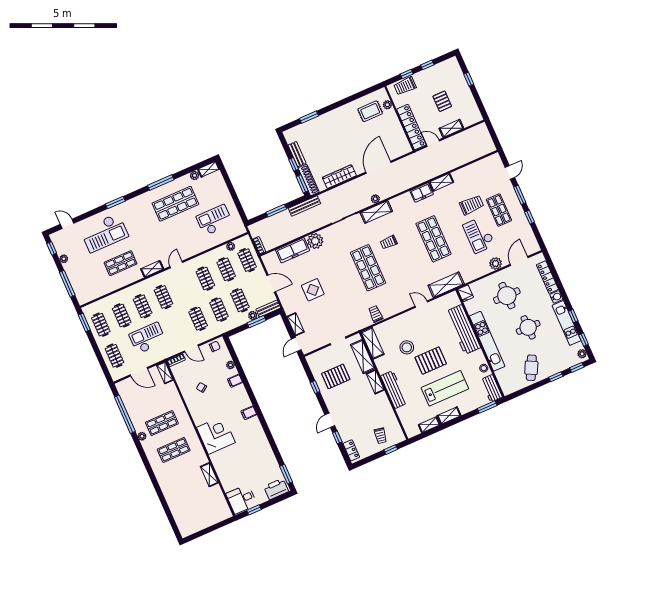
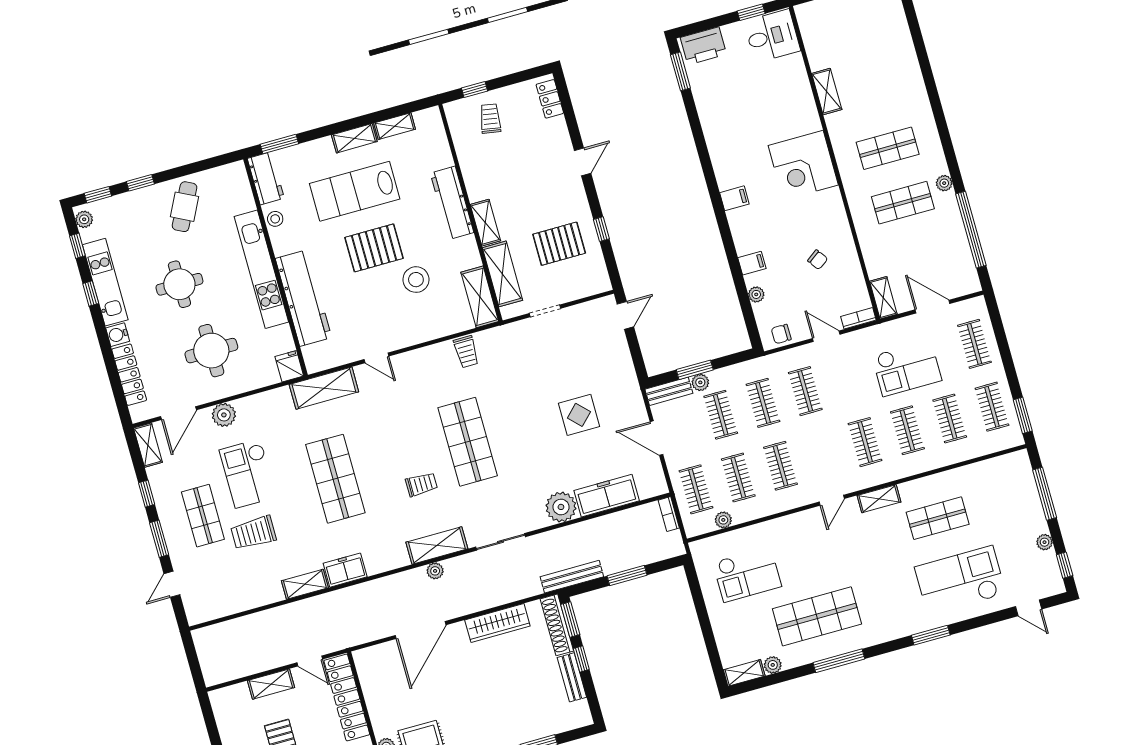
checkout: (479, 235) -> (248, 473), turned 180
shelving: (296, 324) -> (148, 445), moved
window: (337, 437) -> (573, 127), removed

